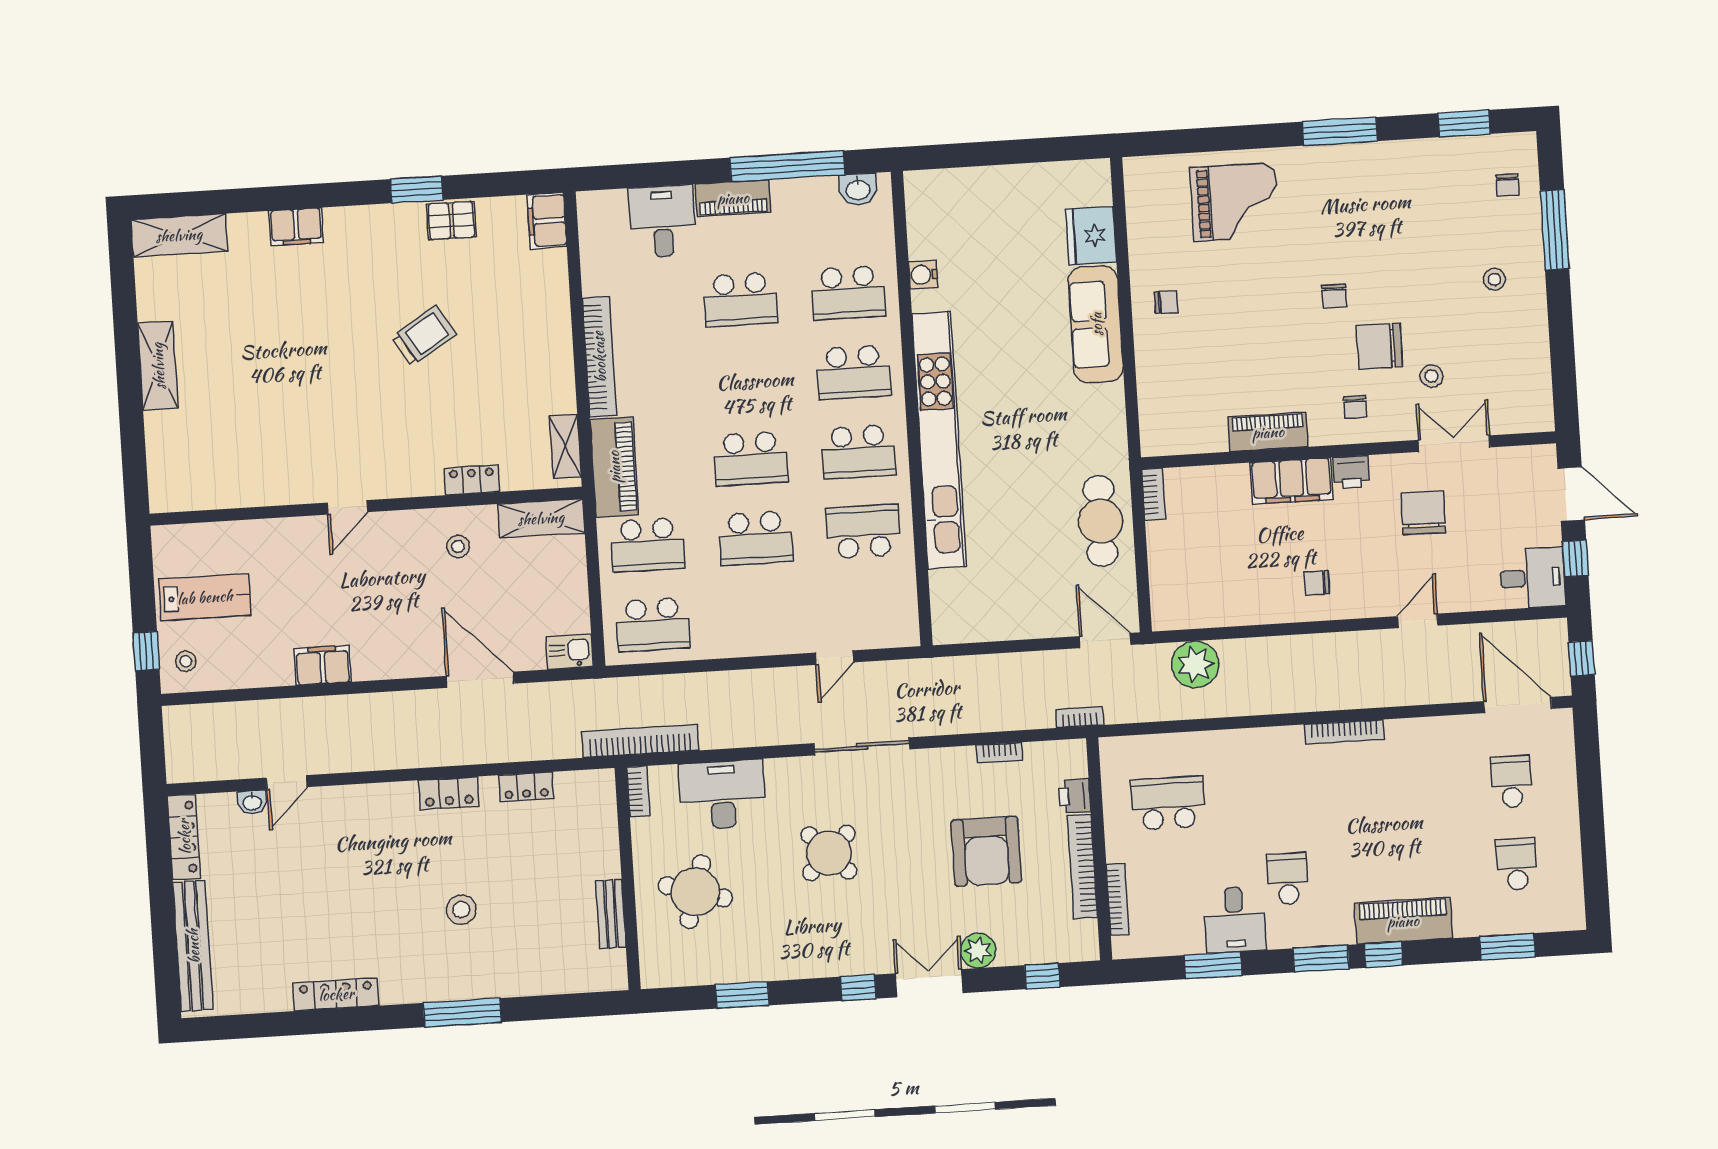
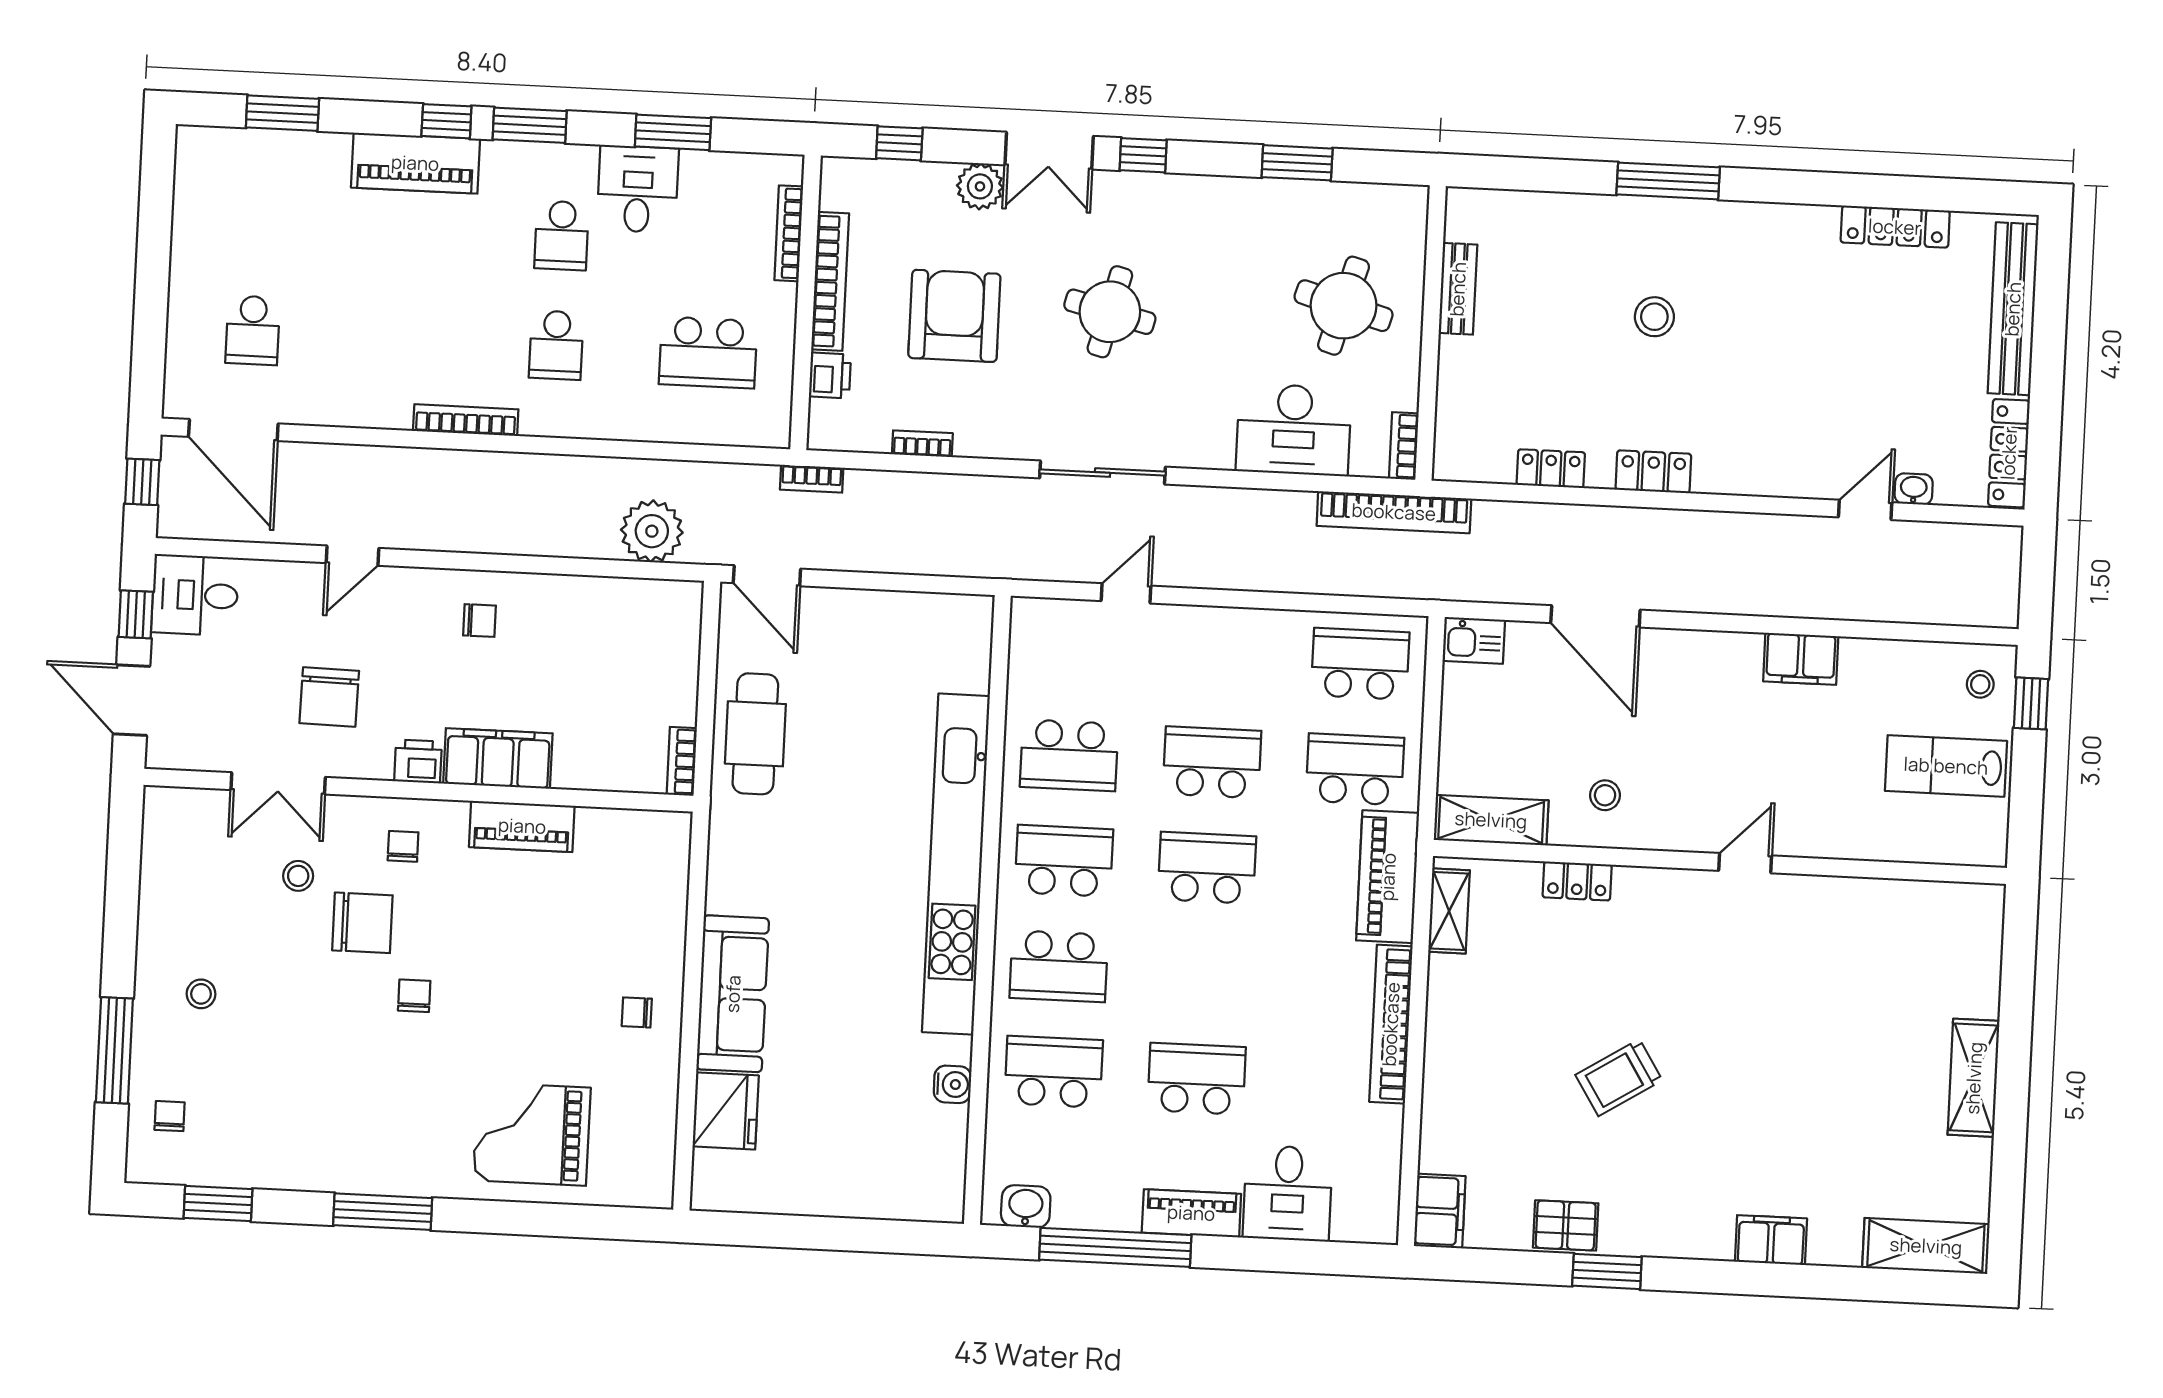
school desk: (853, 372) -> (1059, 966), turned 180
round table: (829, 853) -> (1110, 312), moved, turned -32
school desk: (1517, 864) -> (556, 345), moved
locker: (336, 994) -> (1895, 227), moved

